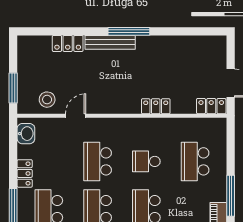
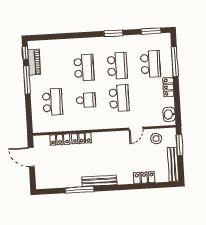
window: (129, 31) -> (80, 190), moved
bench: (110, 42) -> (99, 181), moved
bench: (24, 60) -> (173, 164), added
locker: (211, 106) -> (60, 140), moved

